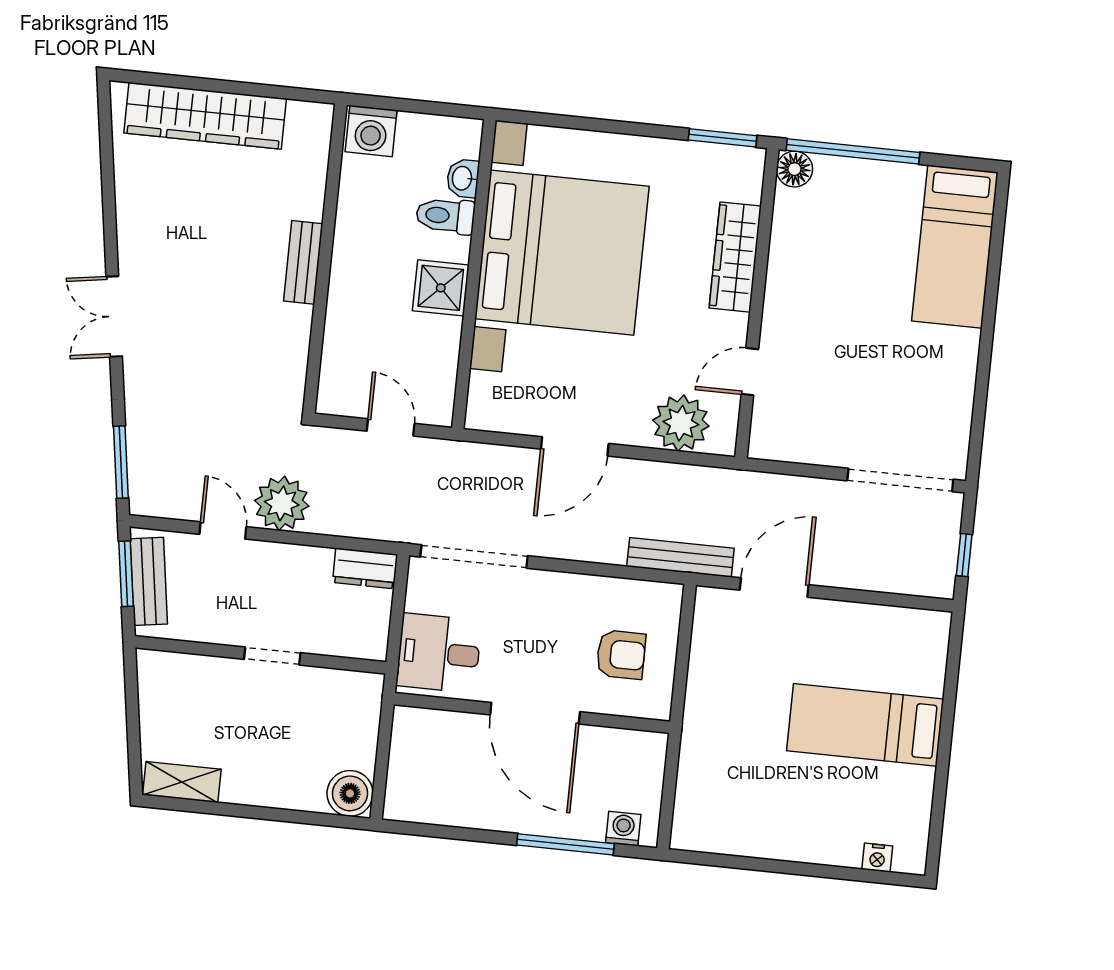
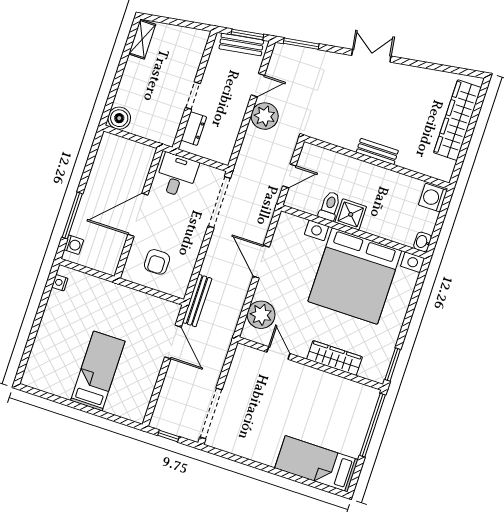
floor lamp: (794, 169) -> (370, 396), removed
washbasin: (463, 178) -> (423, 242), moved, turned -90
toilet: (445, 216) -> (330, 206), moved
dresser: (365, 568) -> (194, 129), moved, turned 180
nightstand: (877, 858) -> (60, 283), moved

